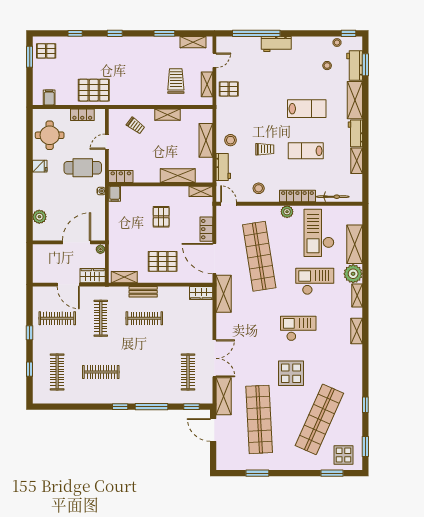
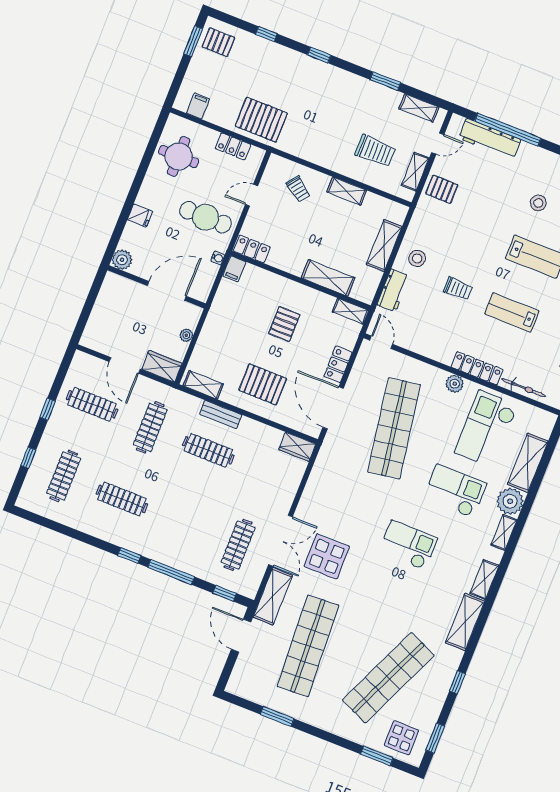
workbench: (276, 44) -> (490, 139), moved, width x1.38
trolley: (176, 81) -> (375, 151), turned 90
fridge: (40, 166) -> (140, 215), moved
stool: (259, 188) -> (538, 203), moved
wall: (69, 242) -> (157, 287), moved
door: (77, 242) -> (167, 291), moved
shelving: (224, 294) -> (465, 622), moved
display table: (291, 373) -> (327, 556), moved

